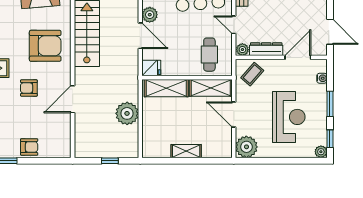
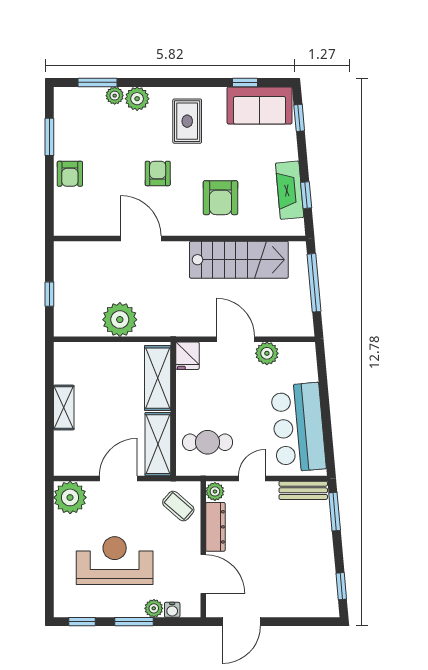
door: (140, 36) -> (236, 339), swing flipped
armchair: (45, 46) -> (221, 198), width x0.73, depth x0.73
reception desk: (289, 117) -> (115, 561), turned 180
plant: (321, 152) -> (154, 608), moved

